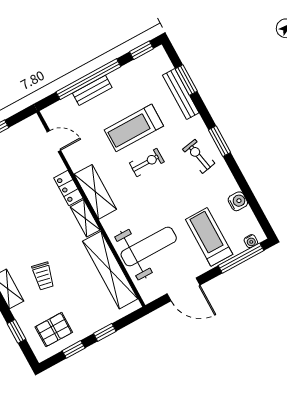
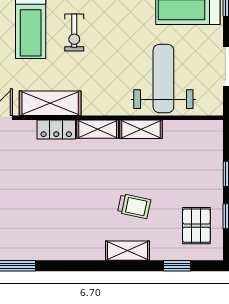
exercise bike: (147, 162) -> (74, 32), turned 180
shelving: (95, 192) -> (50, 103), moved
shelving: (110, 270) -> (141, 129), width x0.45, depth x0.75

